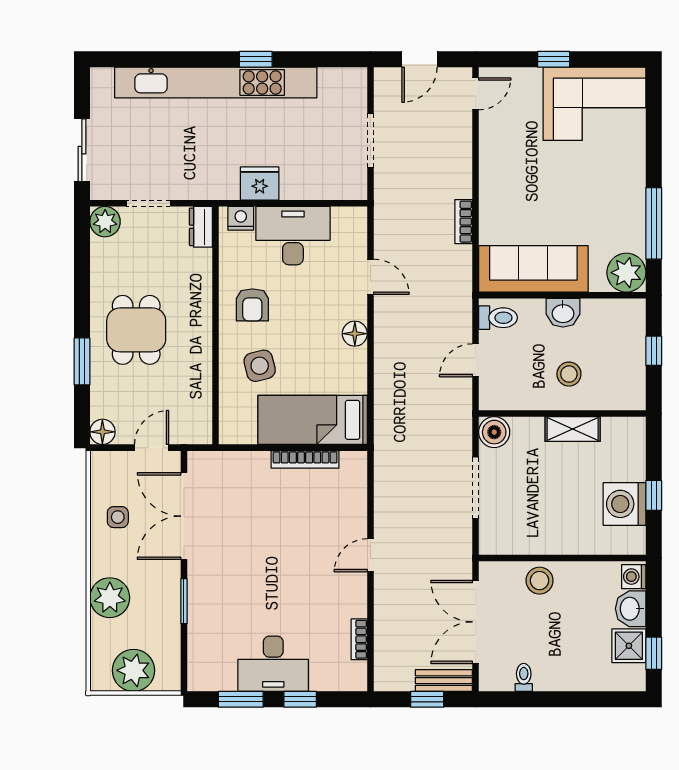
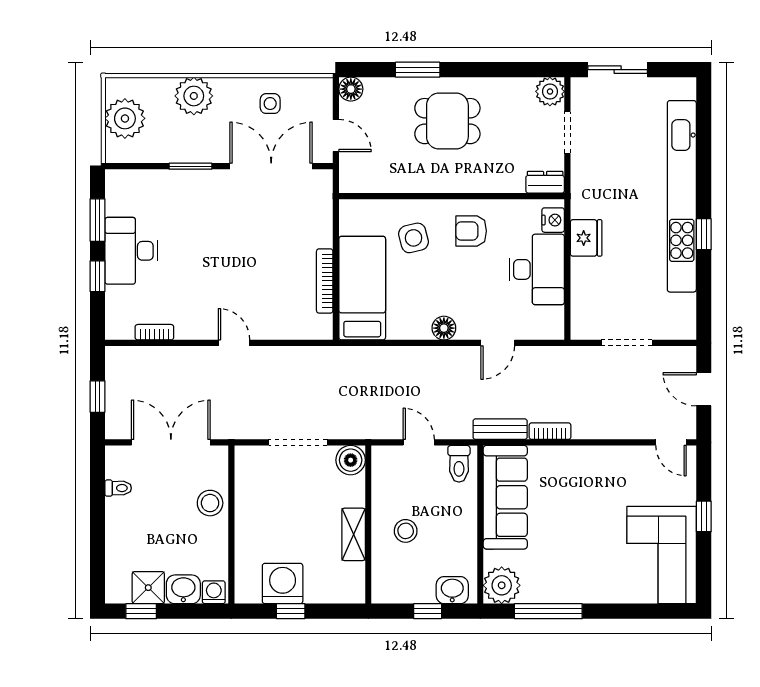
washbasin: (563, 313) -> (452, 590), moved, turned 90
bench: (444, 681) -> (500, 429), moved, turned 90

